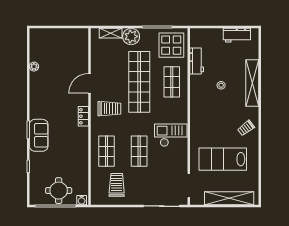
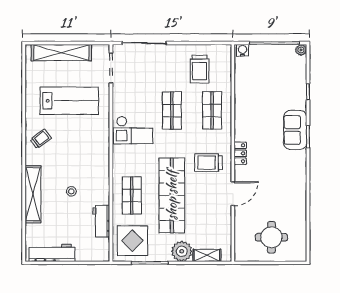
workbench: (237, 35) -> (52, 253), width x1.38
plant: (34, 67) -> (301, 50), moved
round table: (59, 191) -> (271, 237), moved

